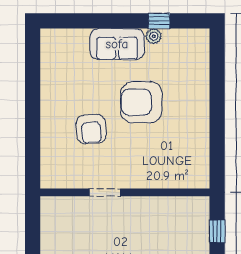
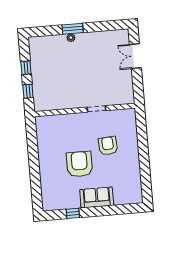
plant: (154, 36) -> (75, 204), removed
armchair: (141, 102) -> (79, 164), turned -90

